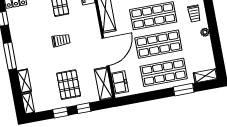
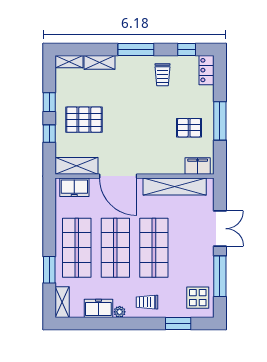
trolley: (61, 40) -> (163, 75), moved
freezer: (205, 48) -> (98, 308), added

